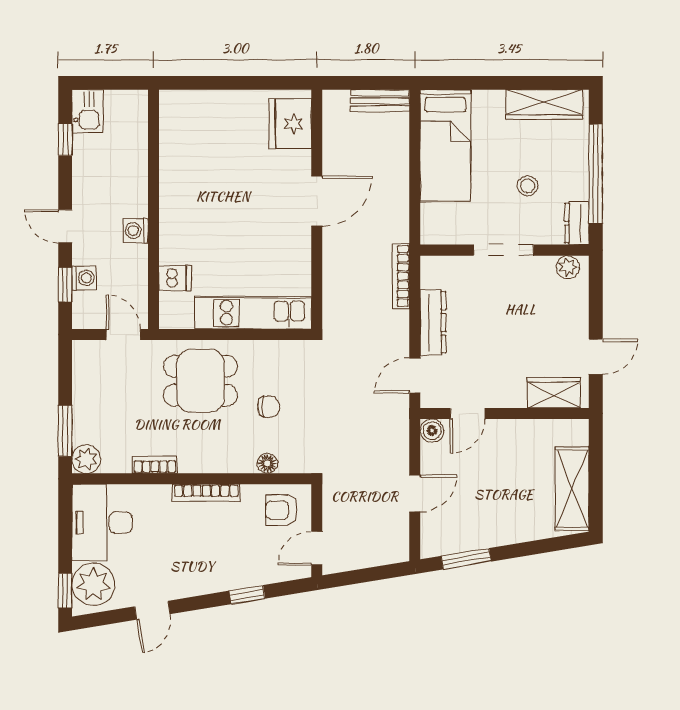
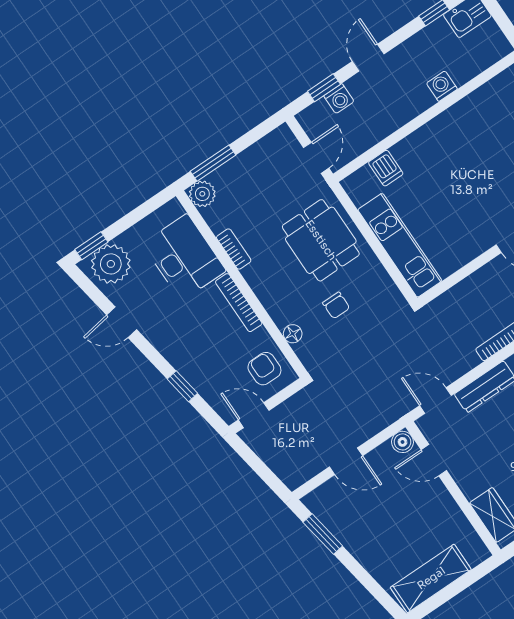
washing machine: (136, 231) -> (442, 86), moved
desk: (102, 522) -> (184, 257), moved, turned 90

